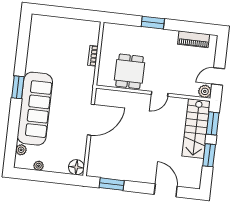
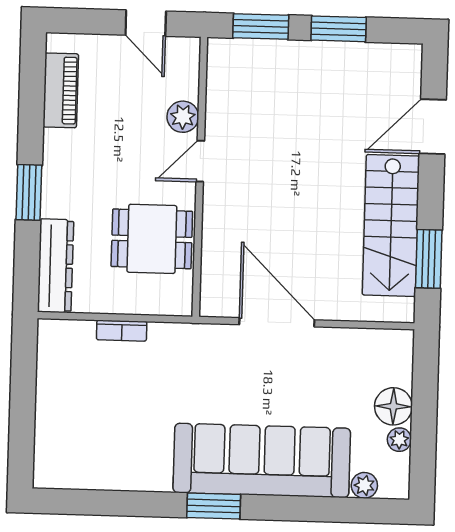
dresser: (122, 31) -> (56, 266), added
plant: (205, 91) -> (183, 117), moved
door: (160, 94) -> (200, 161), swing flipped
stairs: (196, 129) -> (391, 225), moved, turned 90
floor lamp: (76, 167) -> (393, 406), moved

